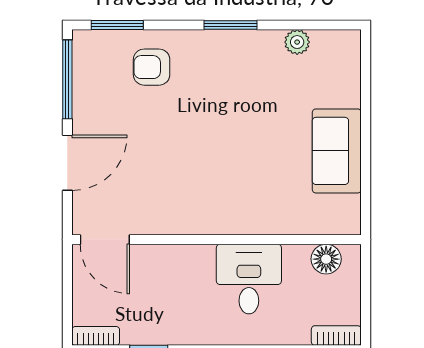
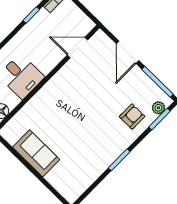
plant: (297, 42) -> (158, 108), moved
door: (105, 240) -> (77, 48), moved

